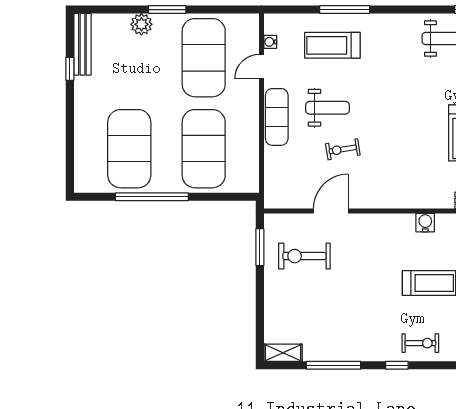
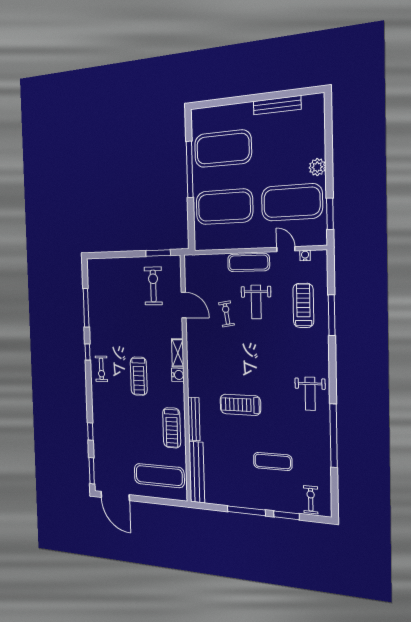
window: (167, 10) -> (330, 214), moved
plant: (141, 24) -> (317, 167), moved
bench: (82, 44) -> (277, 105), moved
window: (70, 69) -> (281, 94), removed
shelving: (283, 353) -> (178, 353), moved

